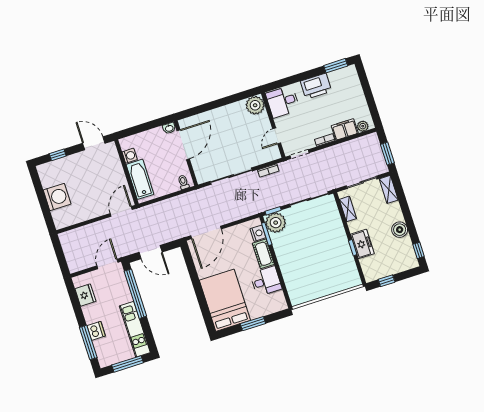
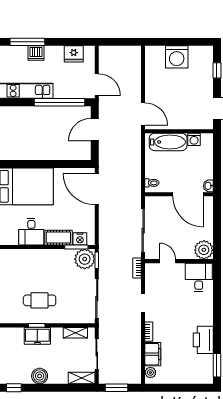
desk: (283, 102) -> (199, 277), moved
plant: (255, 105) -> (204, 250), moved
wall: (273, 125) -> (179, 261), moved
door: (277, 136) -> (168, 261), moved
cafe table: (328, 253) -> (40, 300), added

